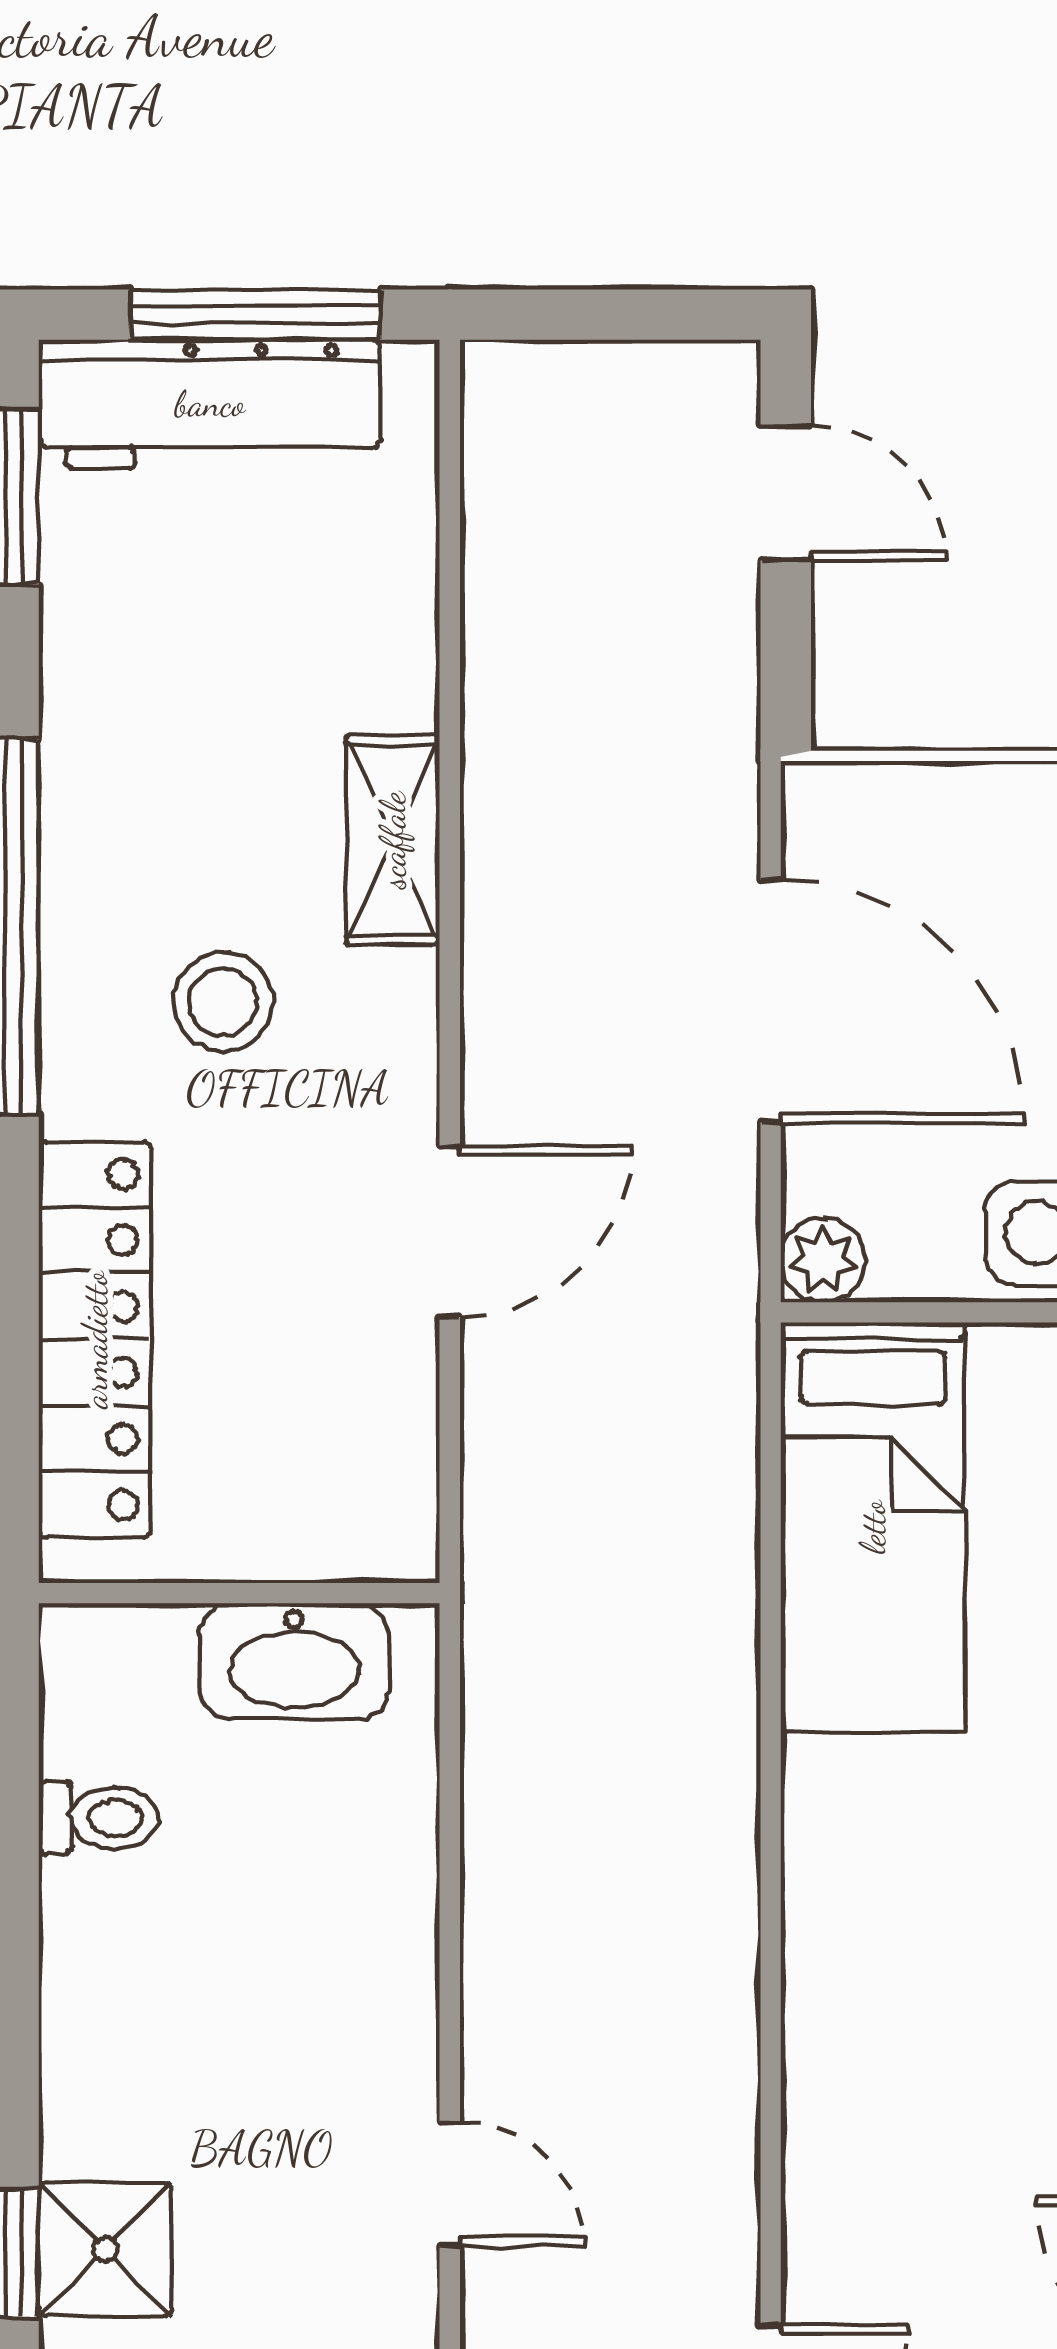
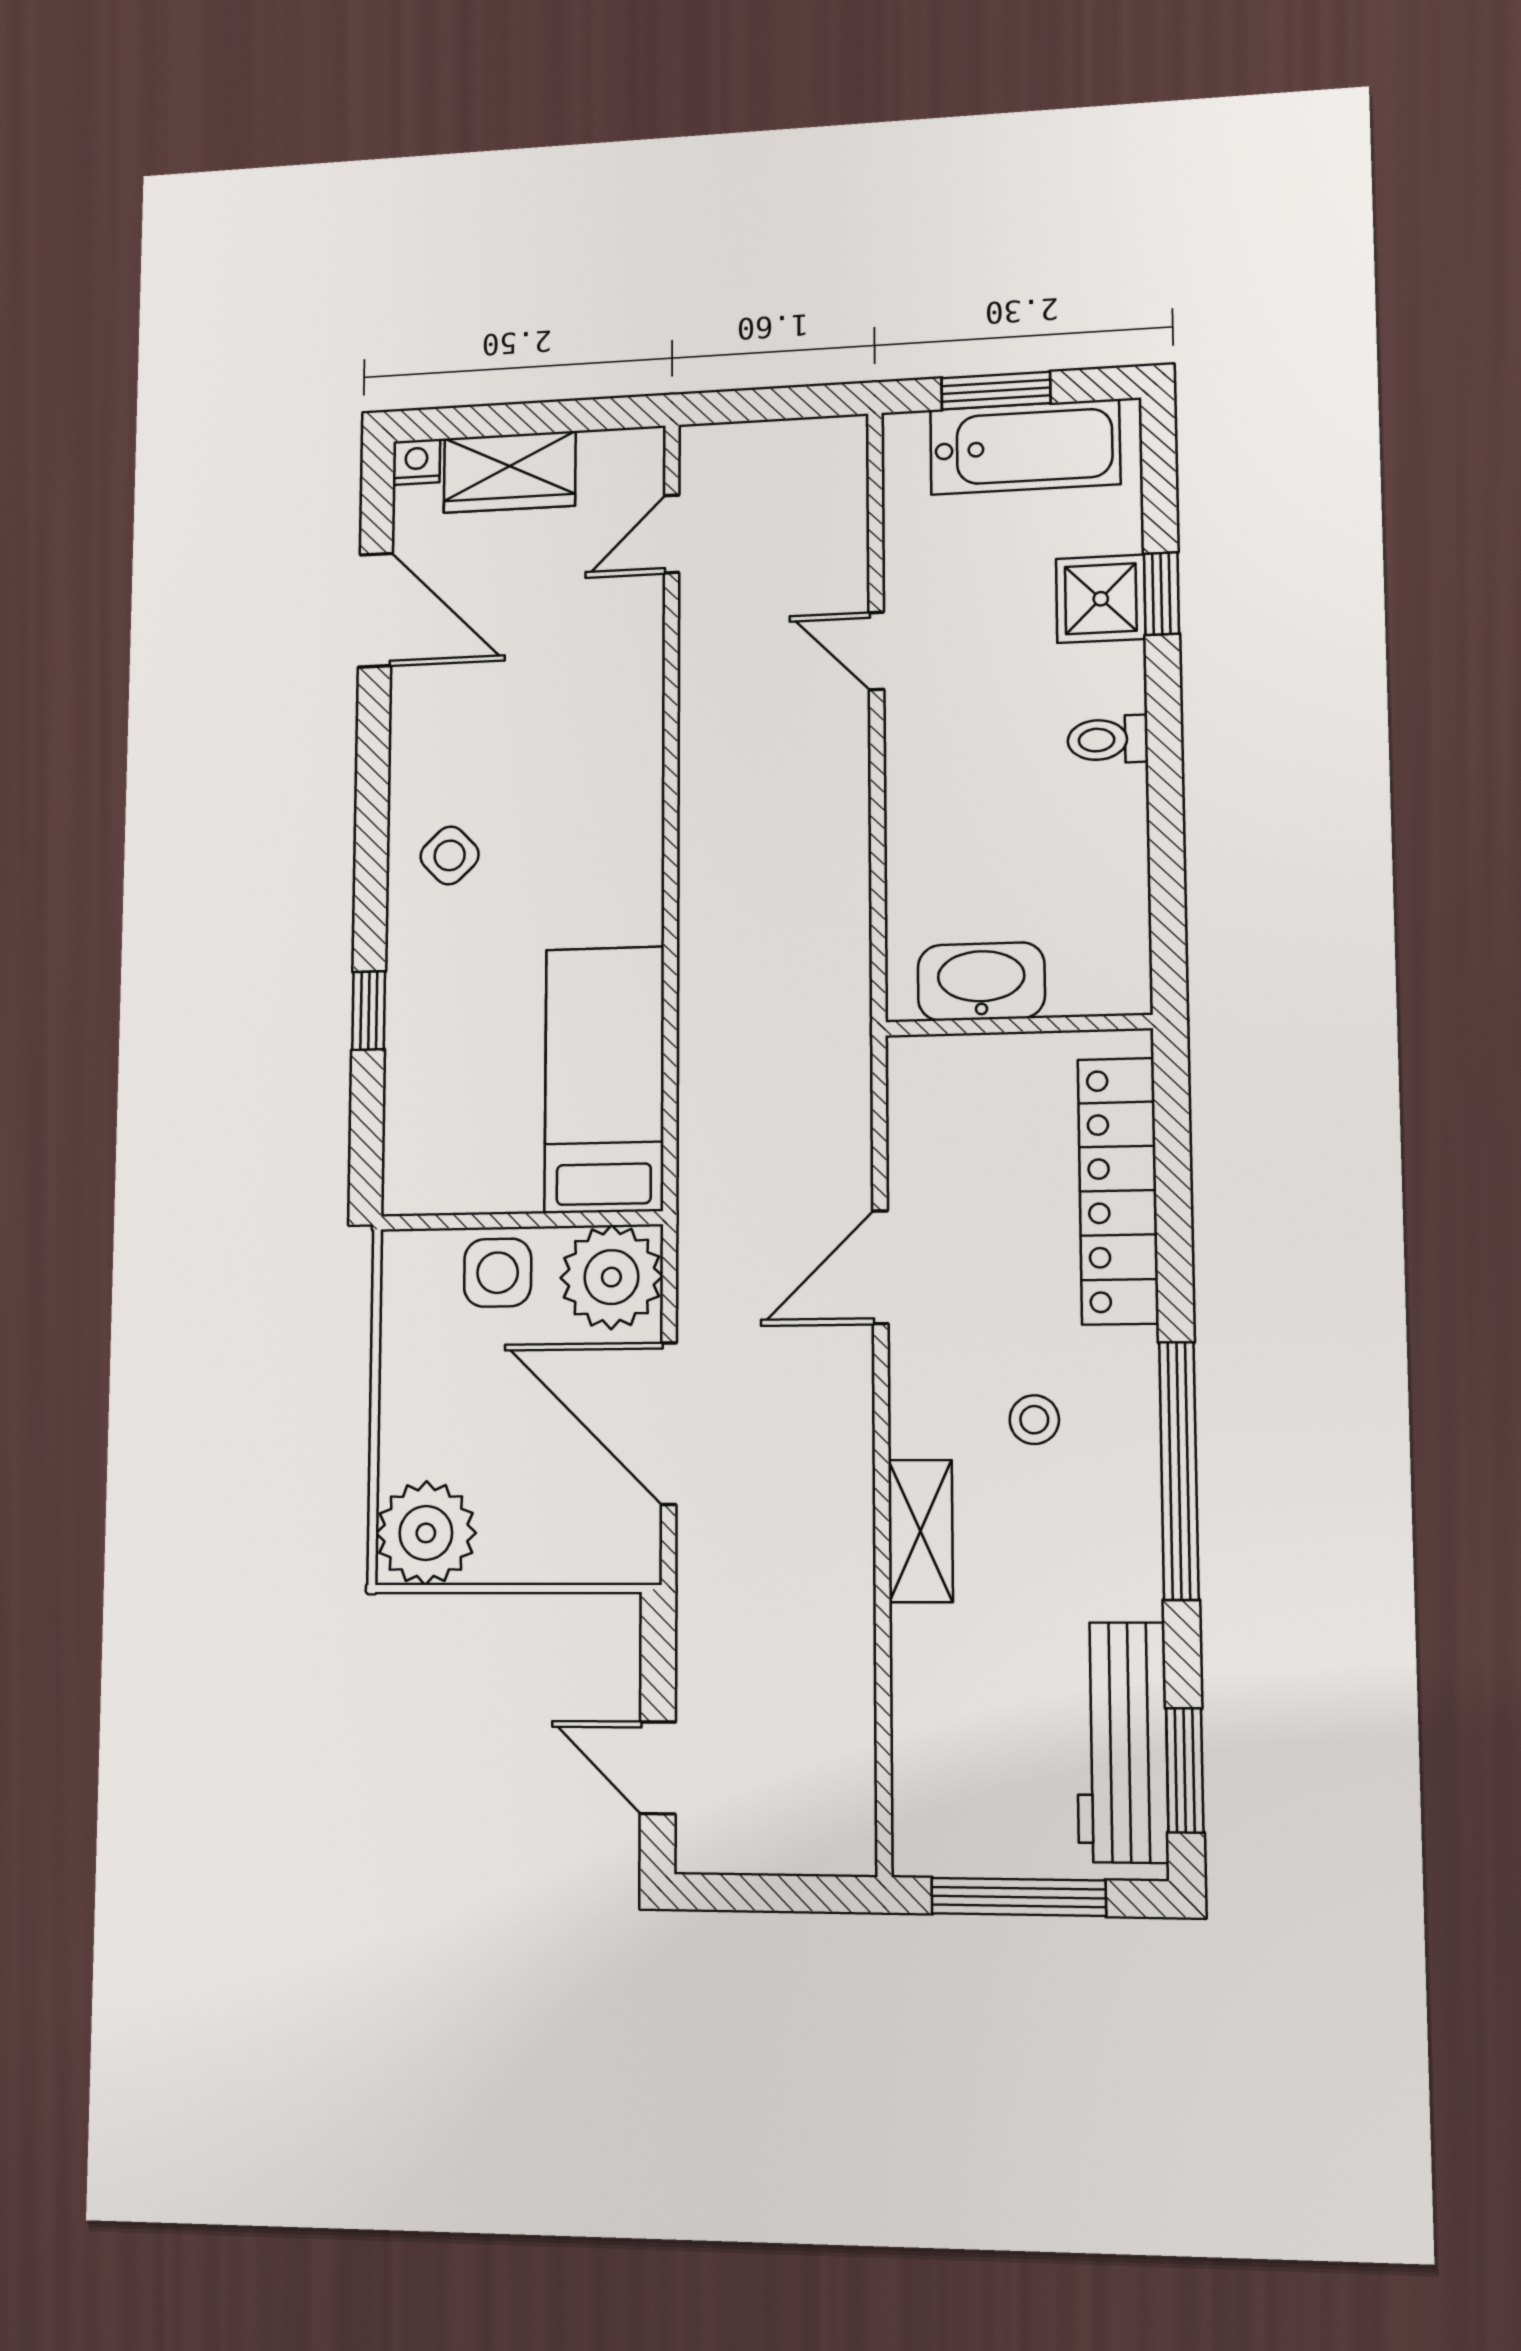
workbench: (210, 404) -> (1122, 1742), moved, turned -90
stool: (223, 1002) -> (1034, 1420), width x0.73, depth x0.73
plant: (823, 1260) -> (611, 1277), width x1.87, depth x1.87
toilet: (99, 1818) -> (1108, 740), moved

